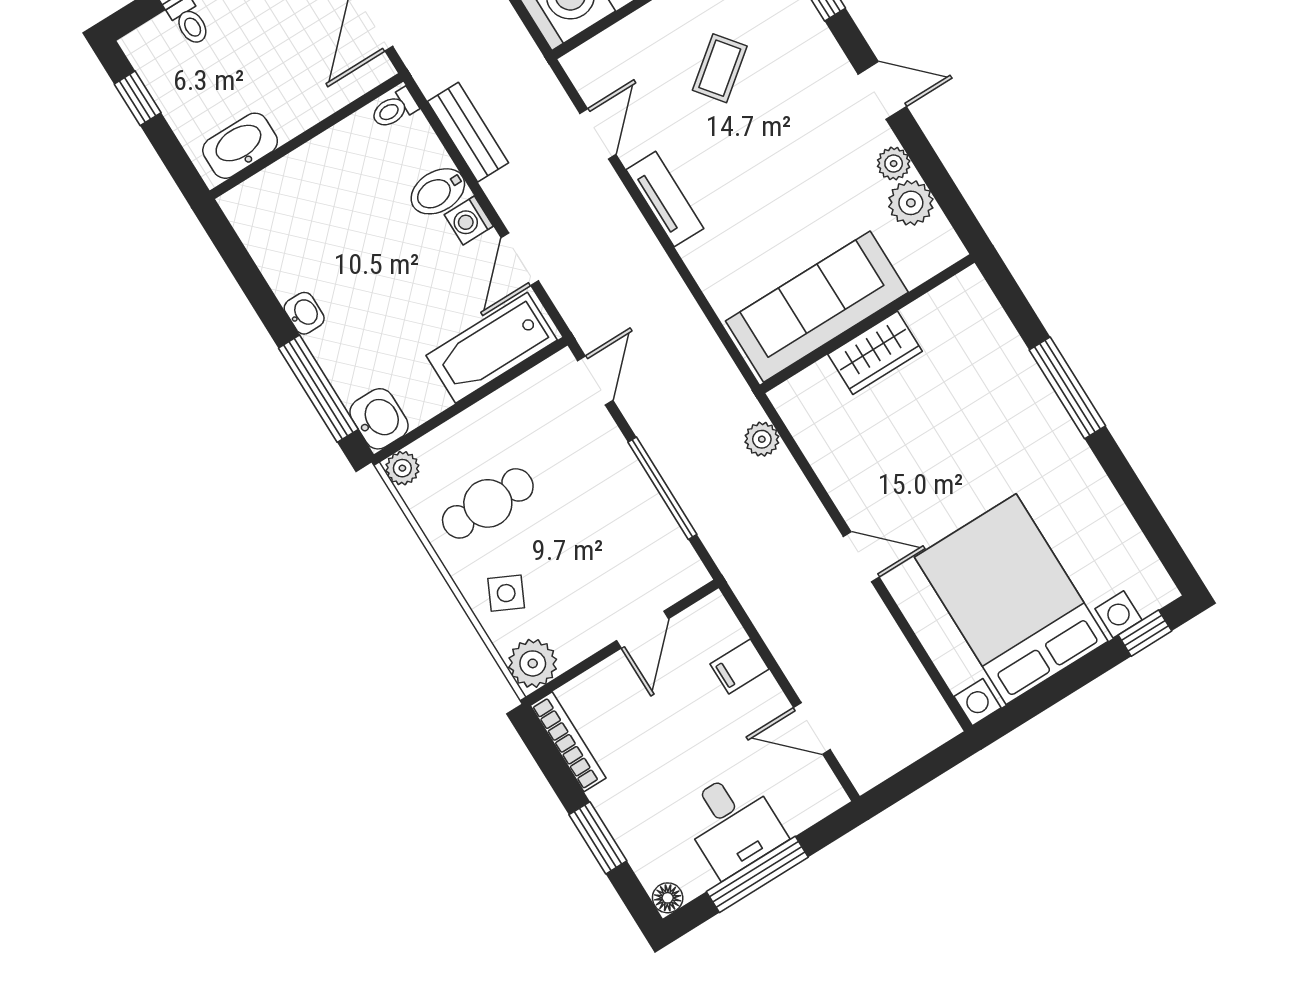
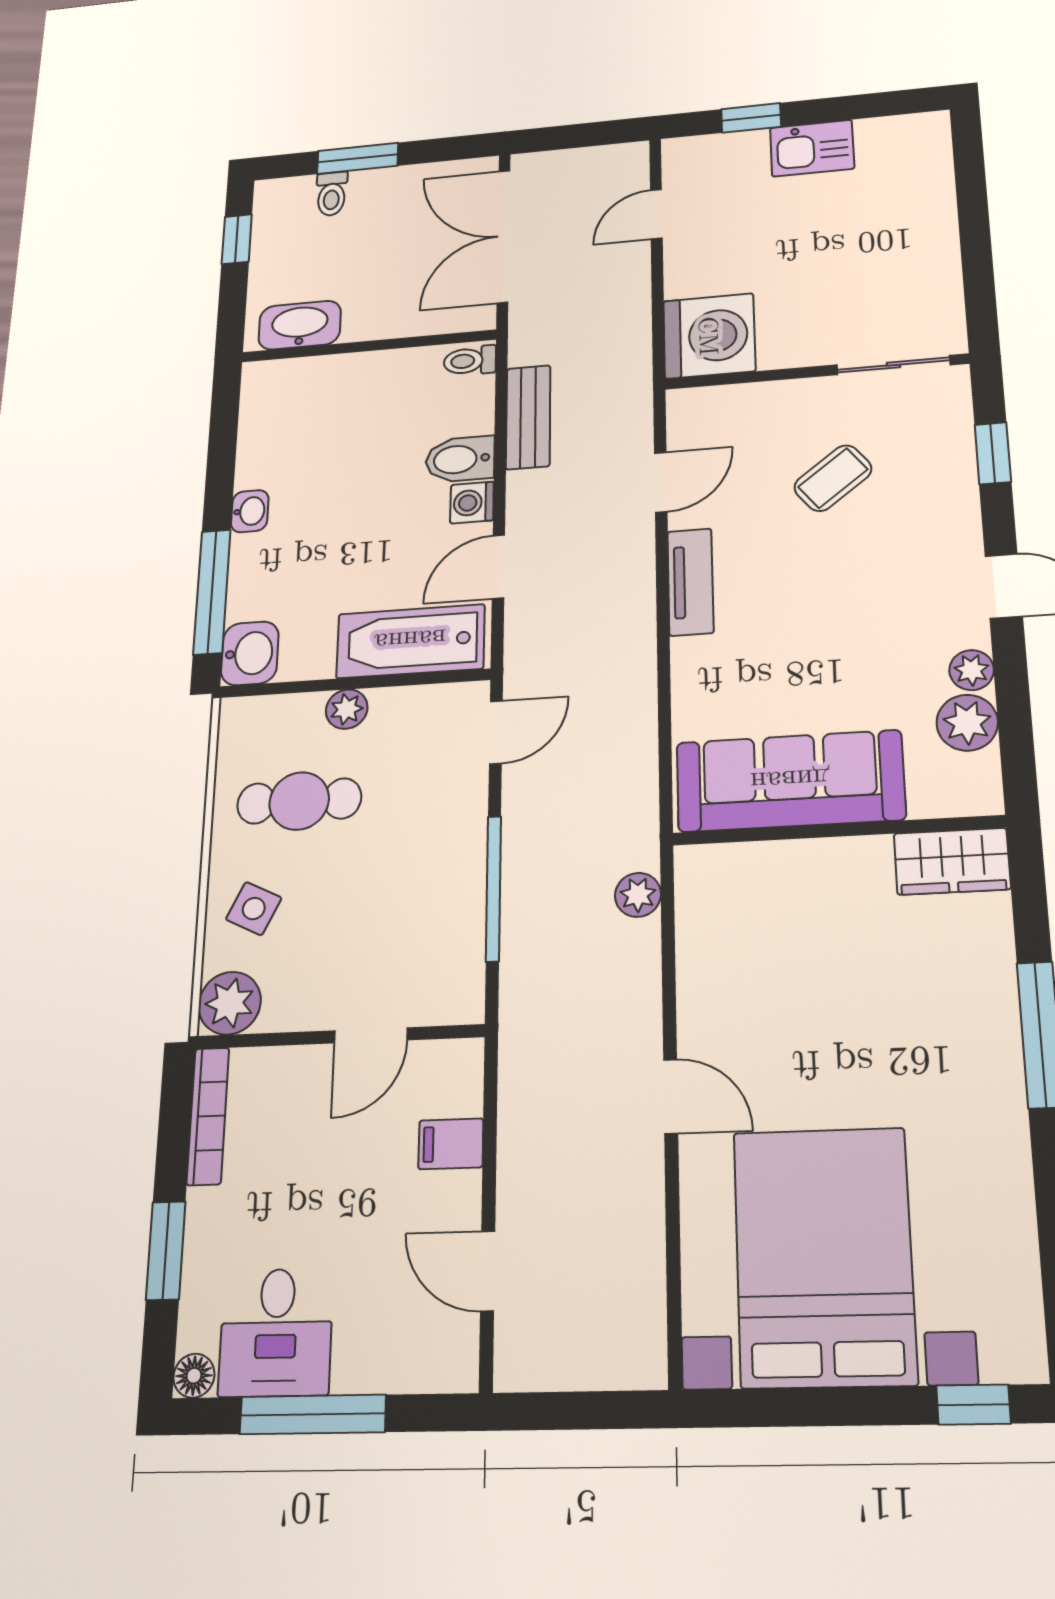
wardrobe: (875, 353) -> (952, 861), moved
plant: (402, 468) -> (347, 709), moved
desk: (733, 824) -> (276, 1332), moved

